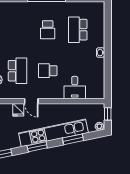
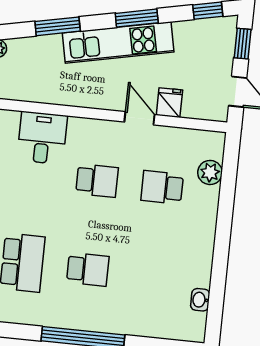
school desk: (48, 30) -> (88, 269), turned 90
school desk: (18, 71) -> (162, 187), width x0.54
kitchen unit: (53, 133) -> (118, 43), width x0.73

